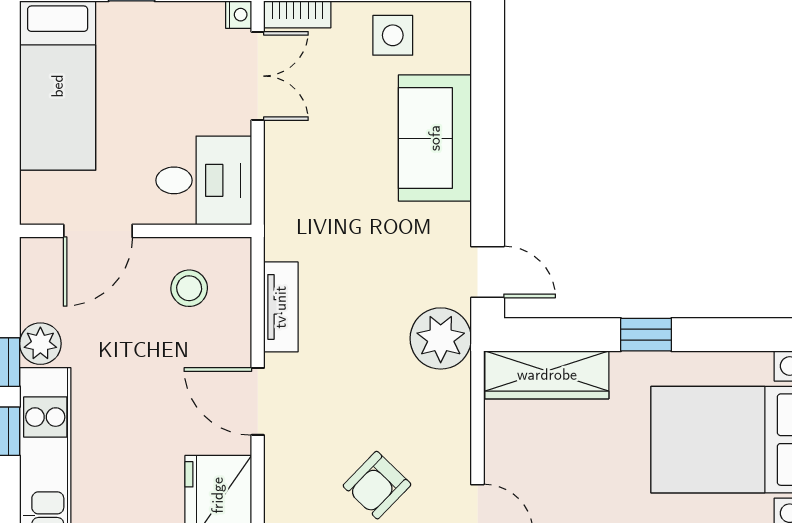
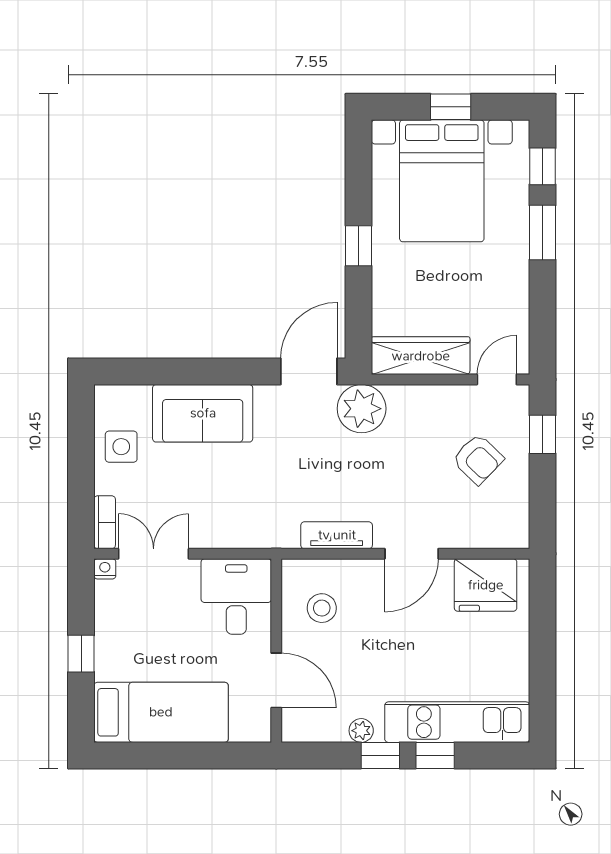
door: (488, 272) -> (309, 371), width x1.37
plant: (40, 344) -> (361, 731), width x0.73, depth x0.73
wardrobe: (547, 375) -> (421, 356), moved, turned -90

